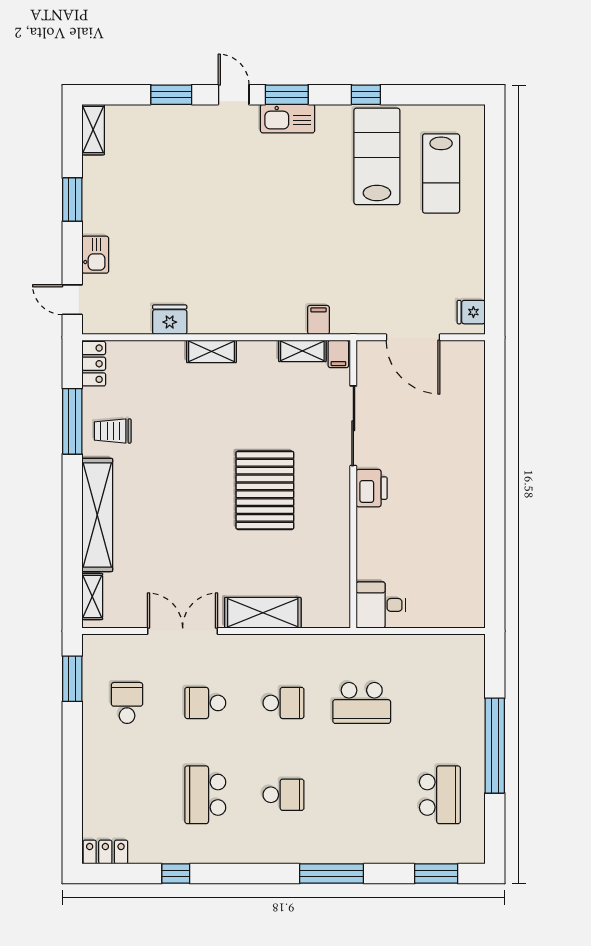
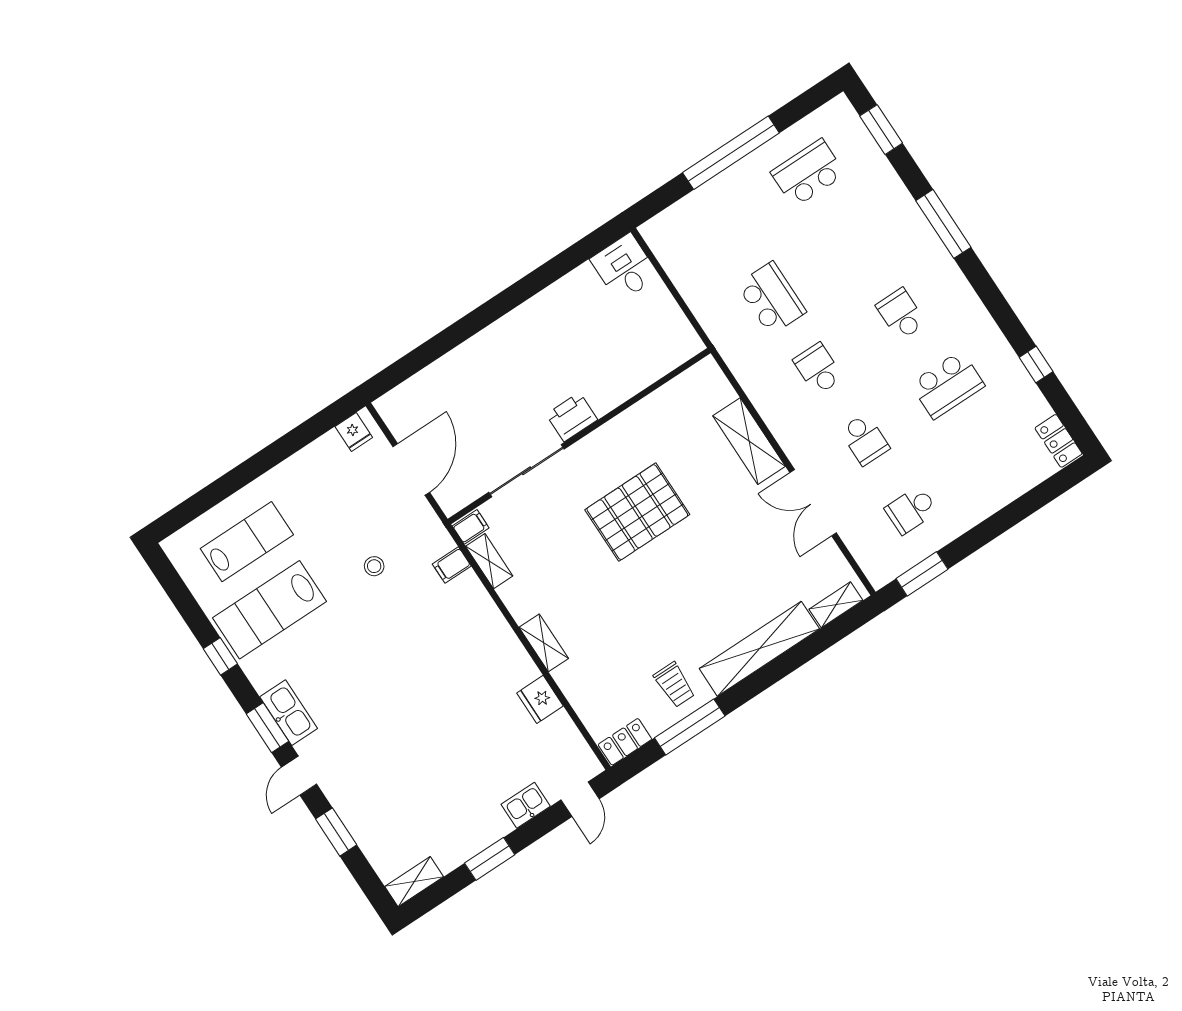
stool: (357, 259) -> (374, 566), added
desk: (381, 605) -> (625, 268), moved, turned 180

